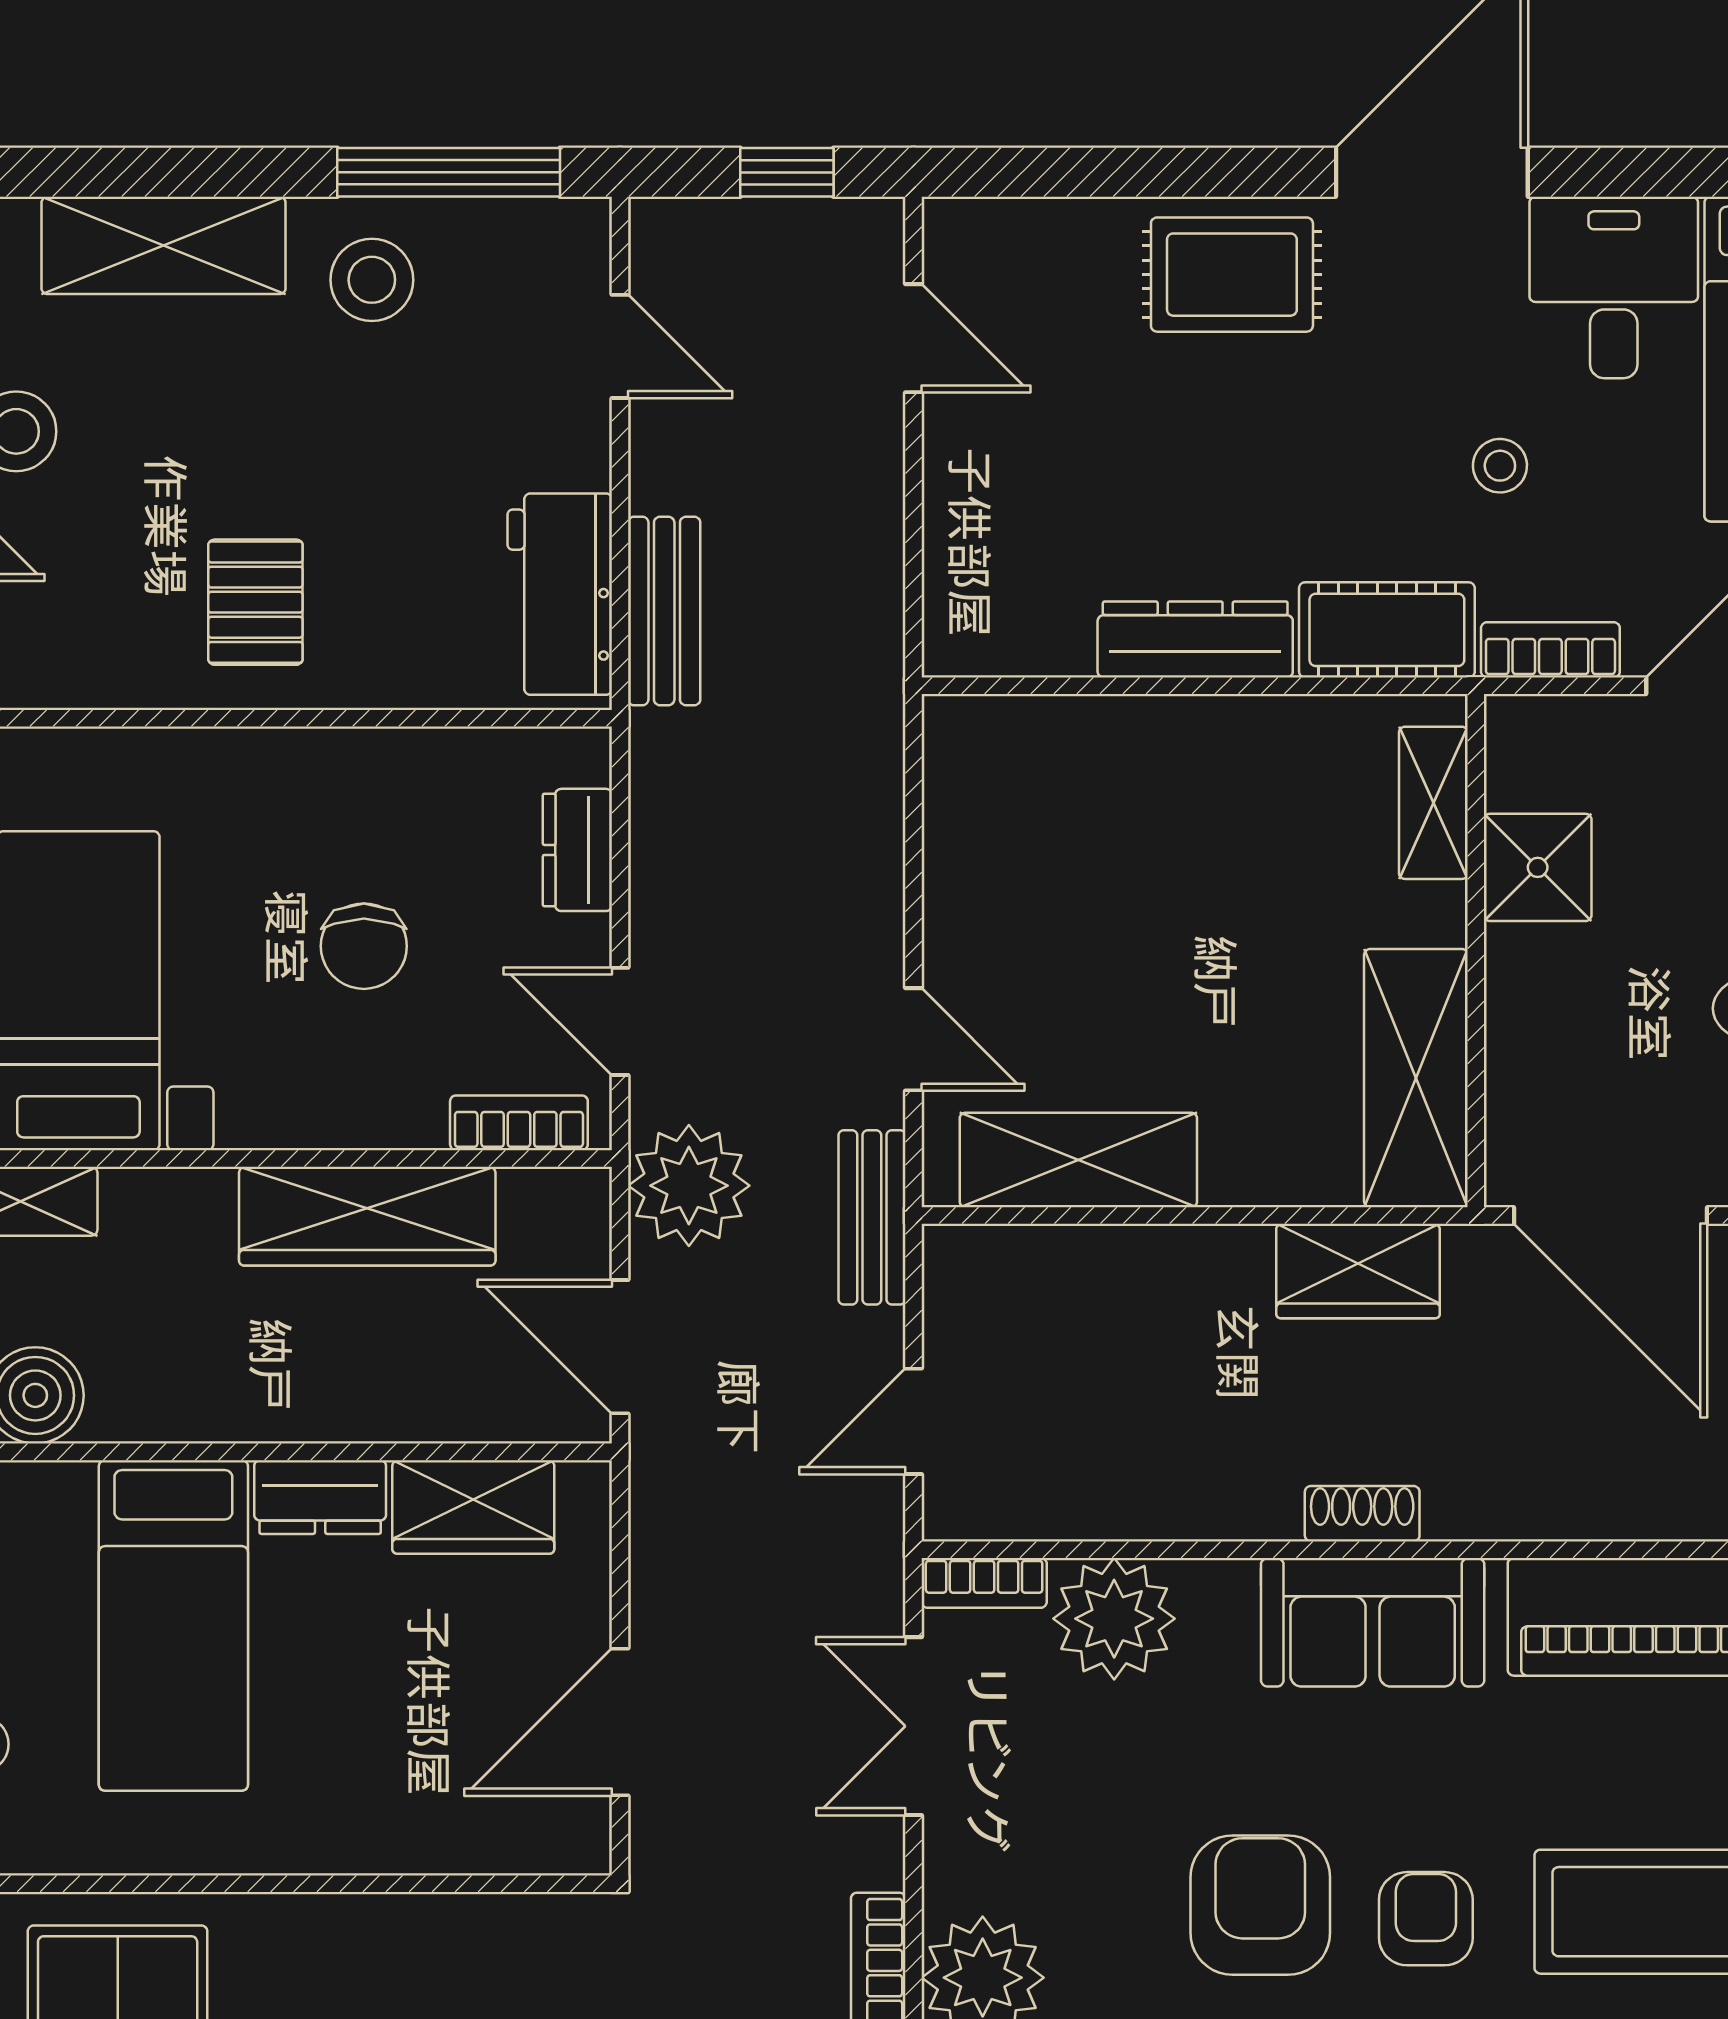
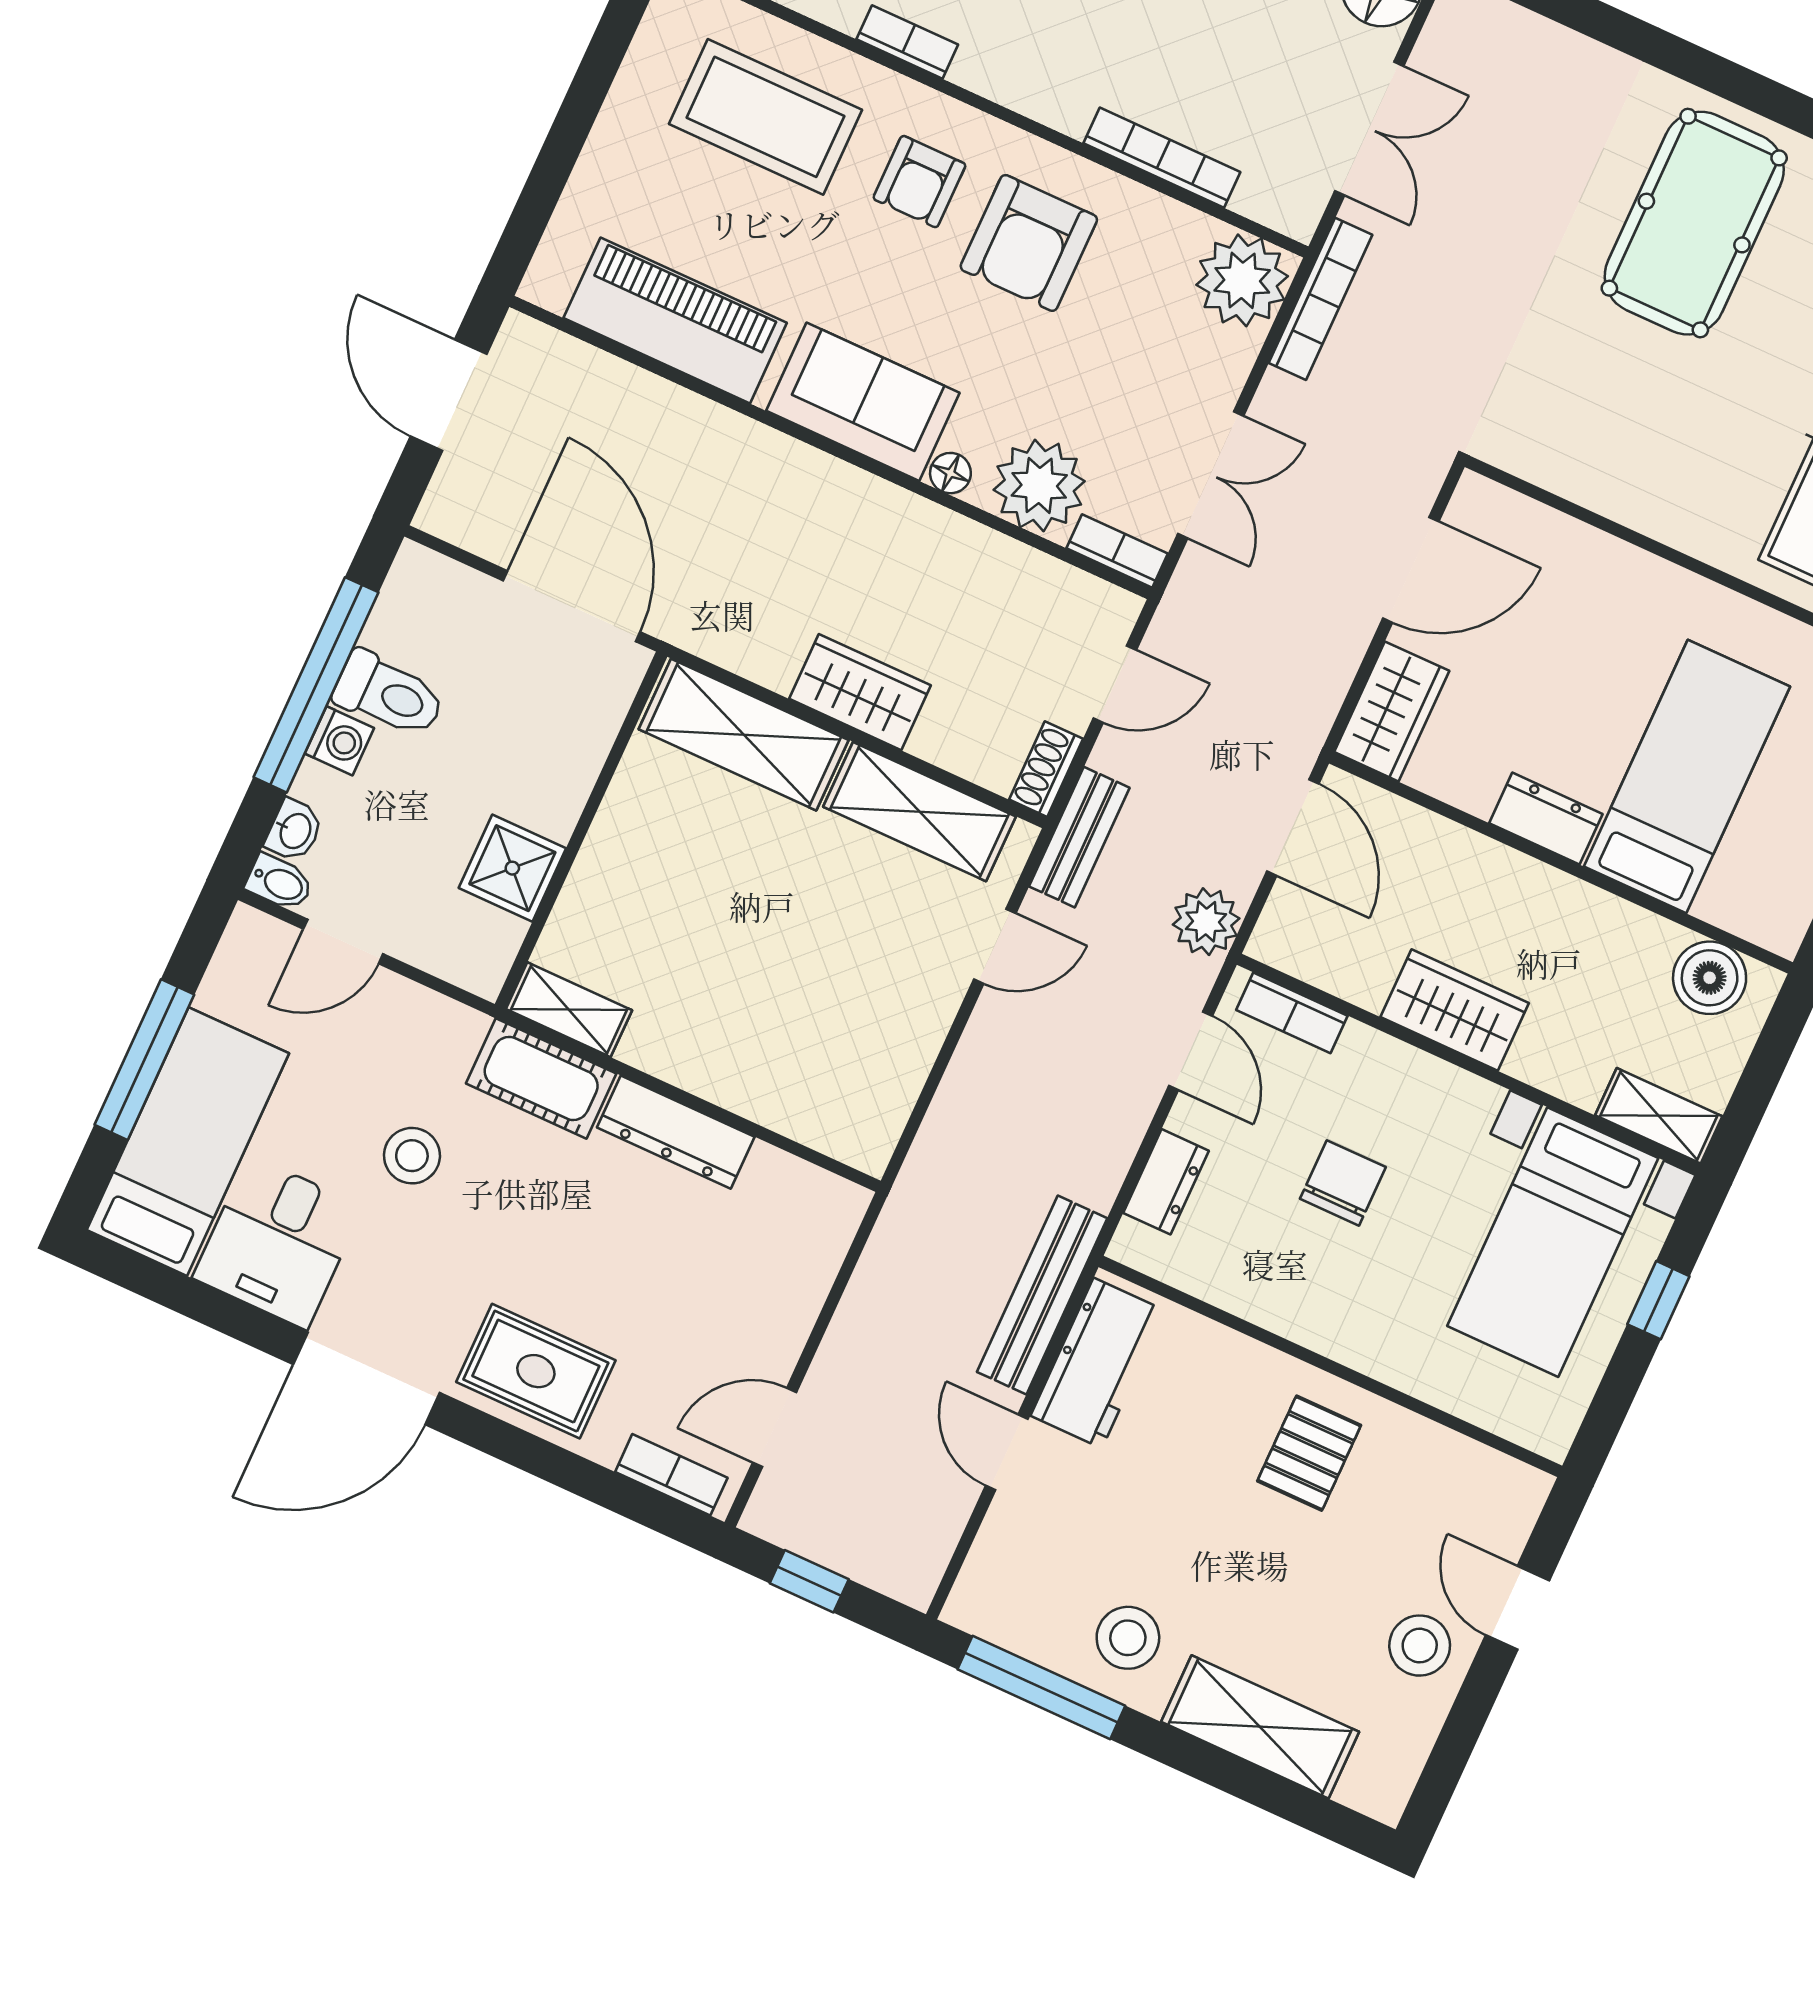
door: (913, 338) -> (775, 1428), hinge flipped
door: (620, 346) -> (1007, 1452), moved
stool: (1500, 466) -> (412, 1156), width x1.37, depth x1.37
bench: (664, 611) -> (1042, 1295), width x1.36
bookcase: (1550, 650) -> (671, 1475), moved, turned 180
shelving: (1433, 803) -> (569, 1010), moved, turned 90
door: (913, 1039) -> (995, 946), swing flipped
shelving: (1416, 1078) -> (744, 735), moved, turned 90
plant: (689, 1186) -> (1206, 922), width x0.73, depth x0.73
wardrobe: (367, 1216) -> (1455, 1010), width x0.67
wardrobe: (1358, 1271) -> (860, 692), moved
wardrobe: (473, 1507) -> (1392, 711), moved, turned 90
shoe rack: (1362, 1514) -> (1046, 769), moved, turned 90
floor lamp: (1228, 1585) -> (950, 473), added

